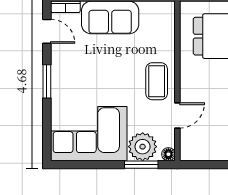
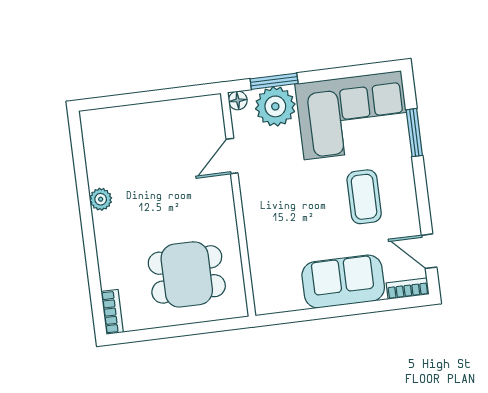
window: (47, 81) -> (414, 133), moved
coffee table: (157, 81) -> (364, 197), moved

